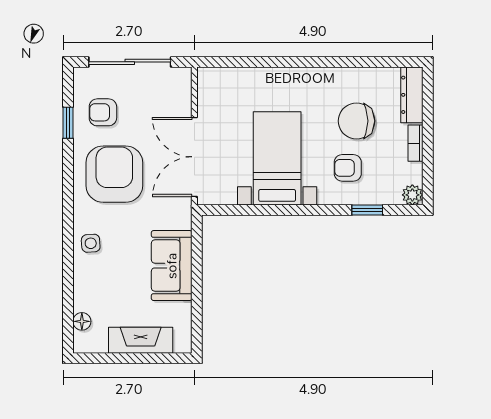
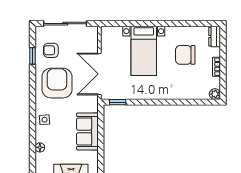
dresser: (412, 95) -> (215, 37), width x0.70
bed with nightstands: (277, 158) -> (144, 51), moved, turned 180
armchair: (348, 168) -> (181, 80), removed
window: (367, 210) -> (118, 102), moved
floor lamp: (82, 321) -> (40, 147), moved

